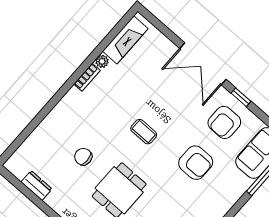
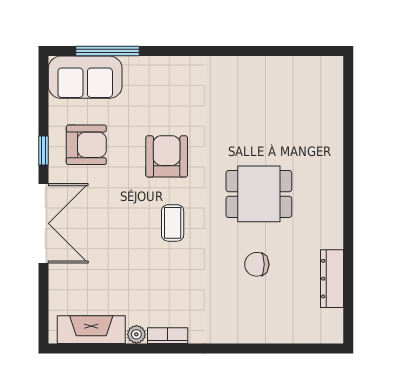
chair: (83, 157) -> (257, 264), turned 90
armchair: (196, 163) -> (167, 156), moved
dresser: (36, 185) -> (332, 279), width x1.44

